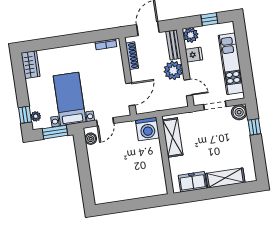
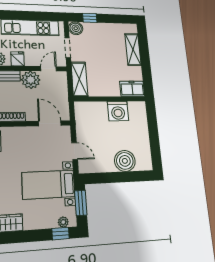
washing machine: (148, 129) -> (118, 111), moved, turned 90
shelving: (173, 137) -> (79, 79), moved, turned 90
boiler: (91, 139) -> (125, 161), moved, width x1.86, depth x1.86
freezer: (193, 182) -> (132, 89), moved, turned 90

